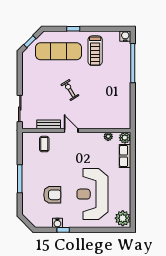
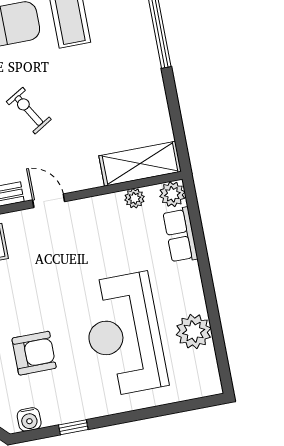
shelving: (113, 122) -> (140, 164), added
plant: (123, 218) -> (194, 331), moved
water cooler: (57, 223) -> (29, 419), moved

